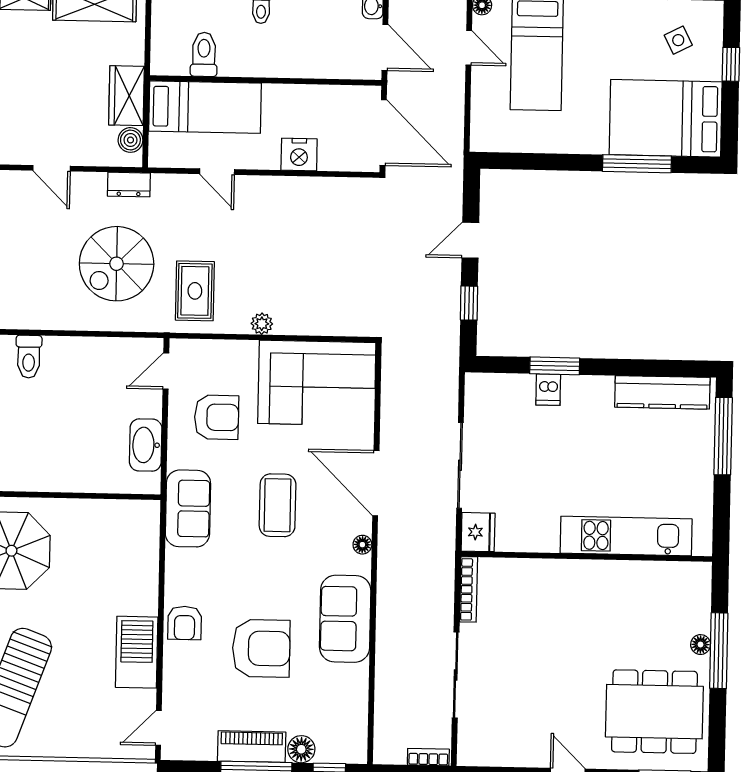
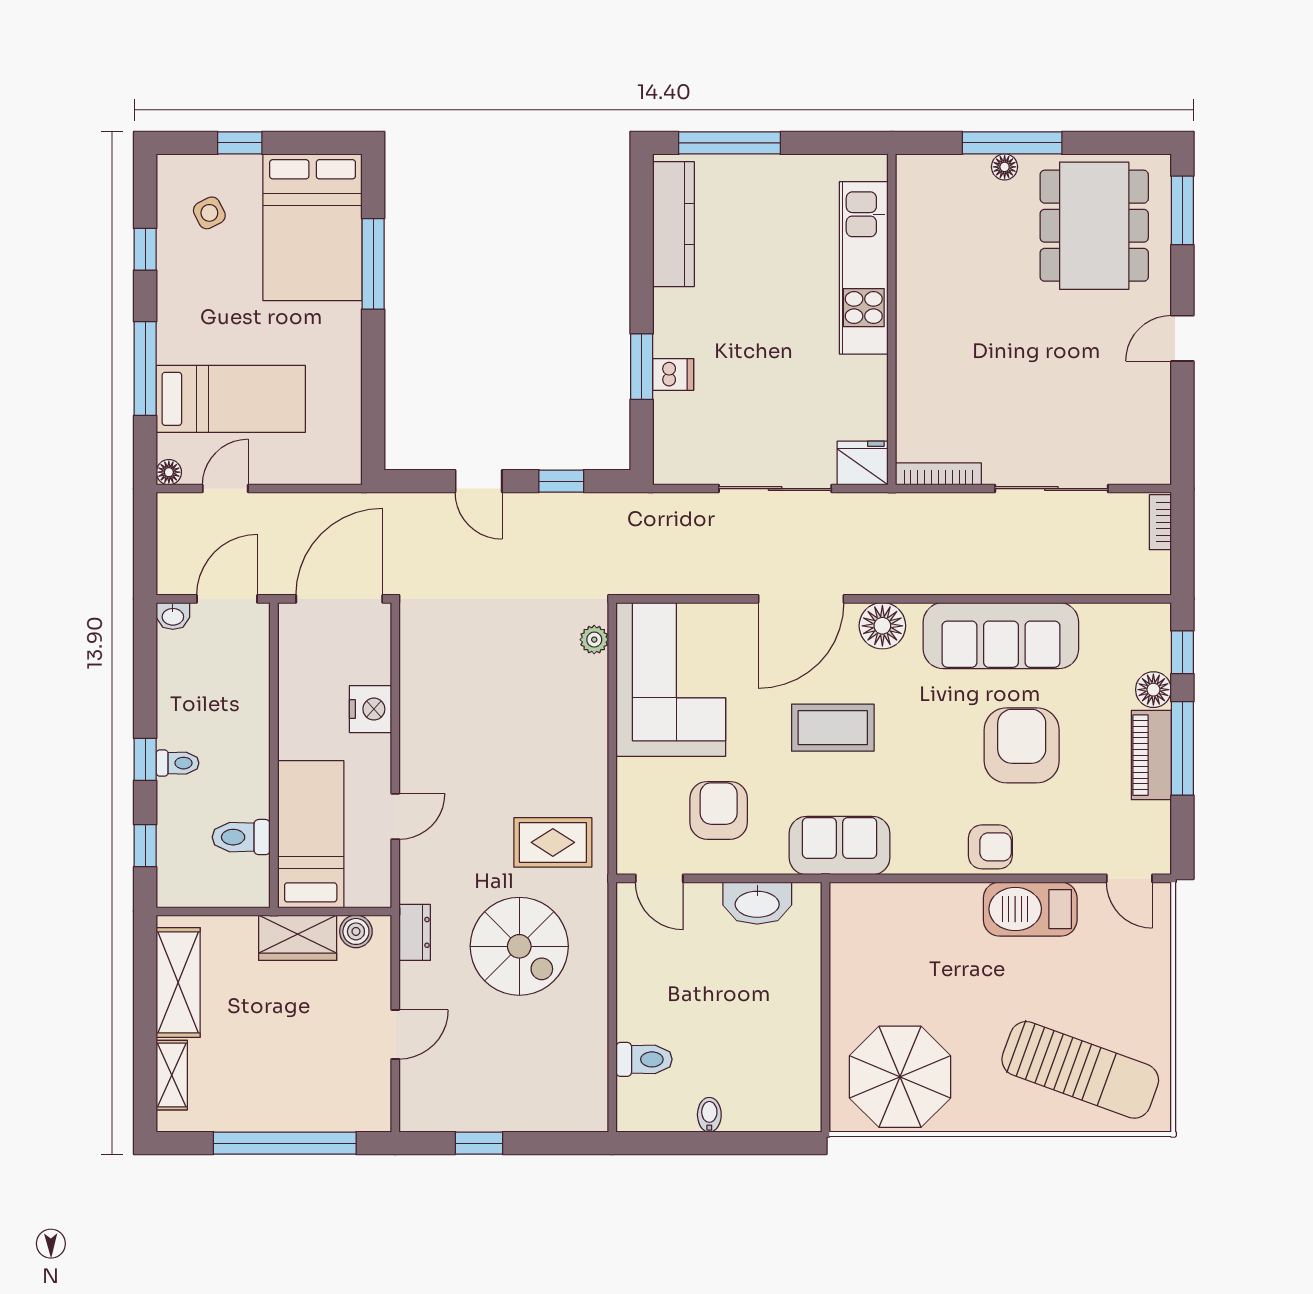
plant: (262, 324) -> (594, 640), moved
floor lamp: (362, 545) -> (882, 626), width x1.89, depth x1.89
sofa: (345, 619) -> (1001, 636), width x1.36

